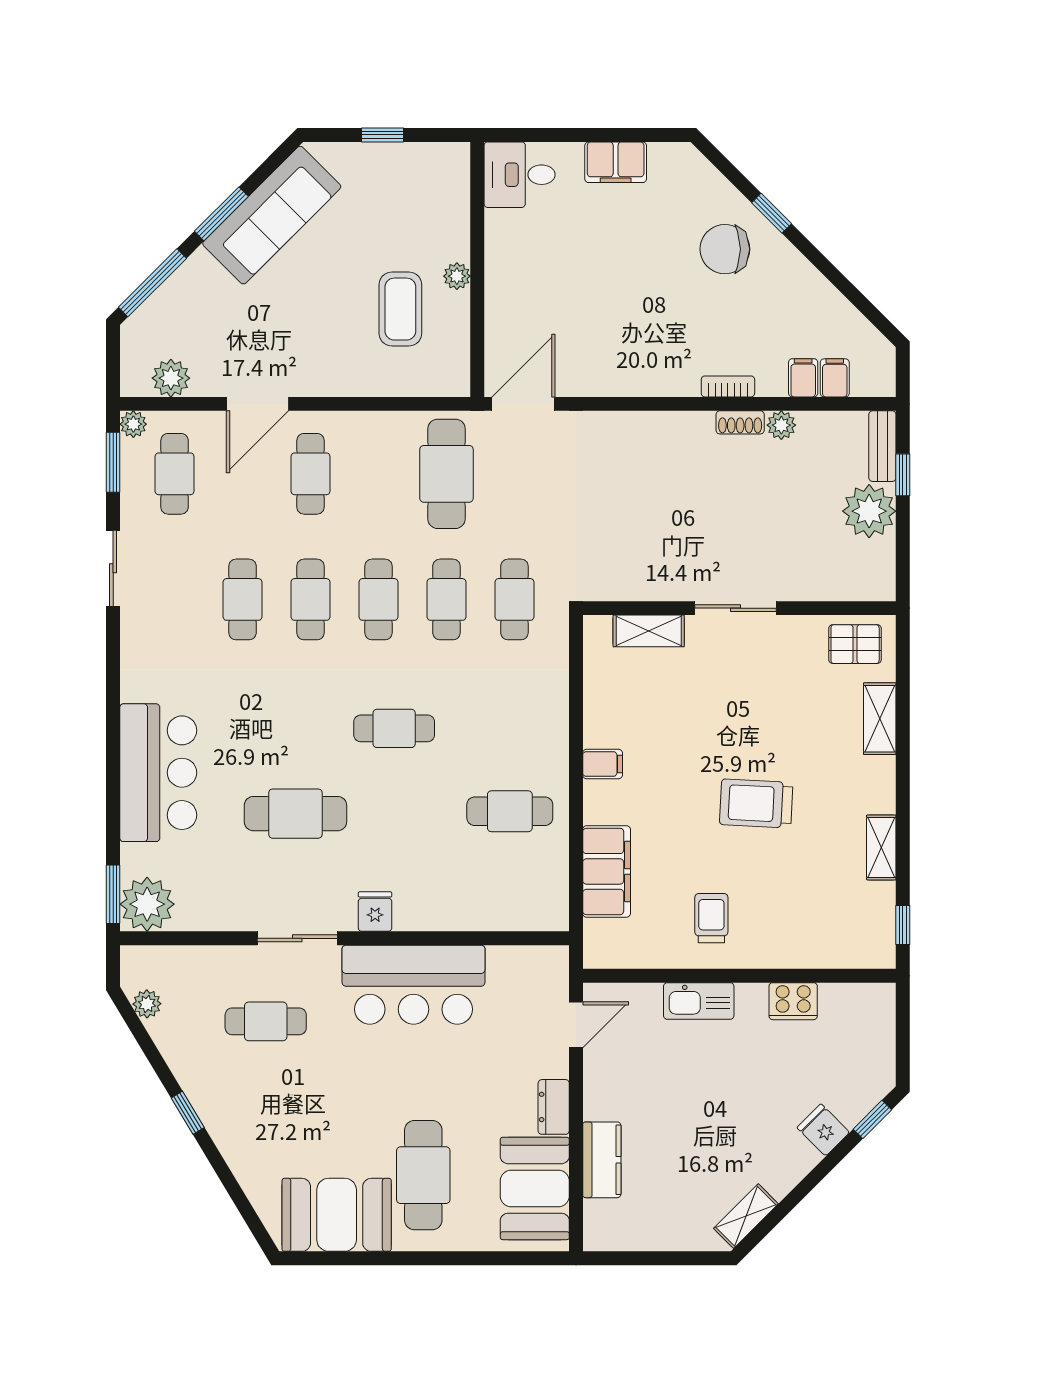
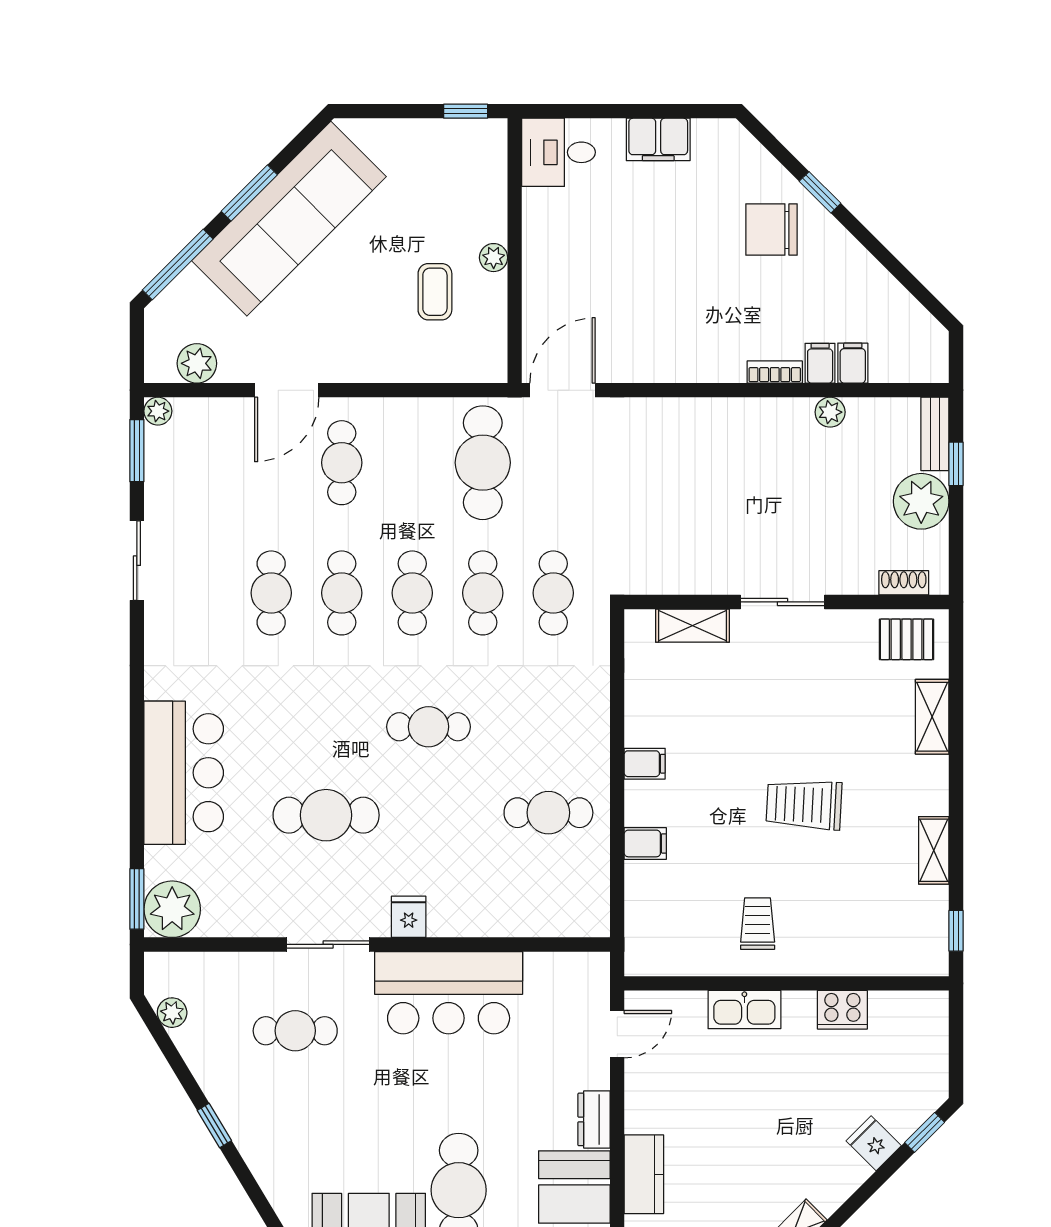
window: (382, 135) -> (466, 111), moved
sofa: (272, 215) -> (289, 219), width x1.36, depth x1.27
coffee table: (400, 309) -> (435, 292), width x0.73, depth x0.77
filing cabinet: (835, 378) -> (820, 363), moved
shoe rack: (740, 422) -> (904, 583), moved, turned 180
cafe table: (175, 474) -> (201, 463), removed
filing cabinet: (607, 871) -> (645, 843), width x0.33, depth x0.86

